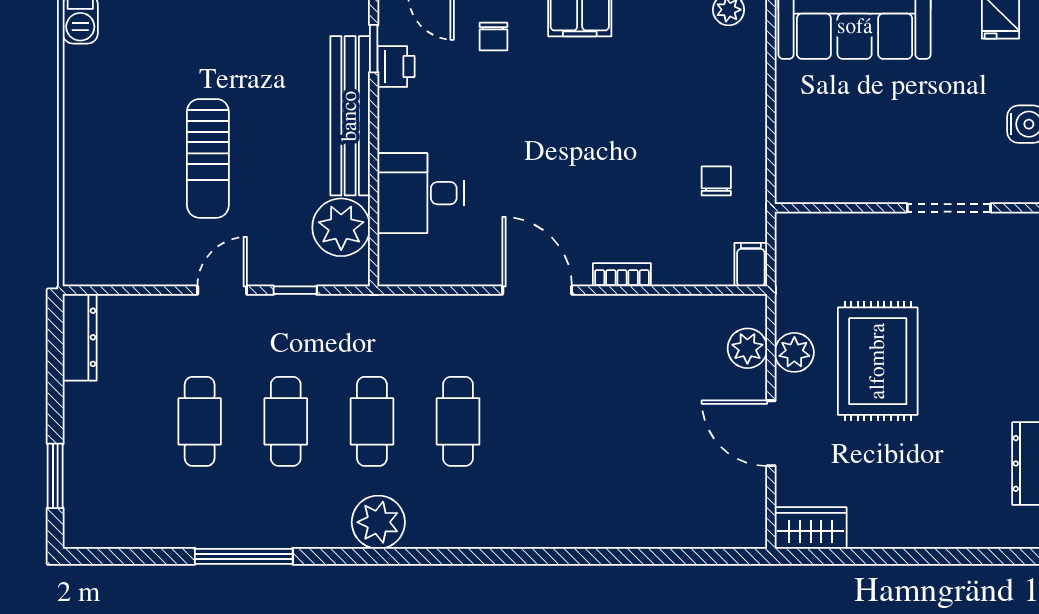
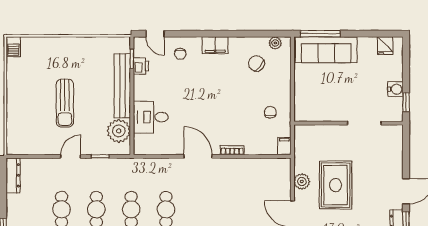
chair: (682, 60) -> (256, 63), added
plant: (747, 348) -> (283, 180), removed

